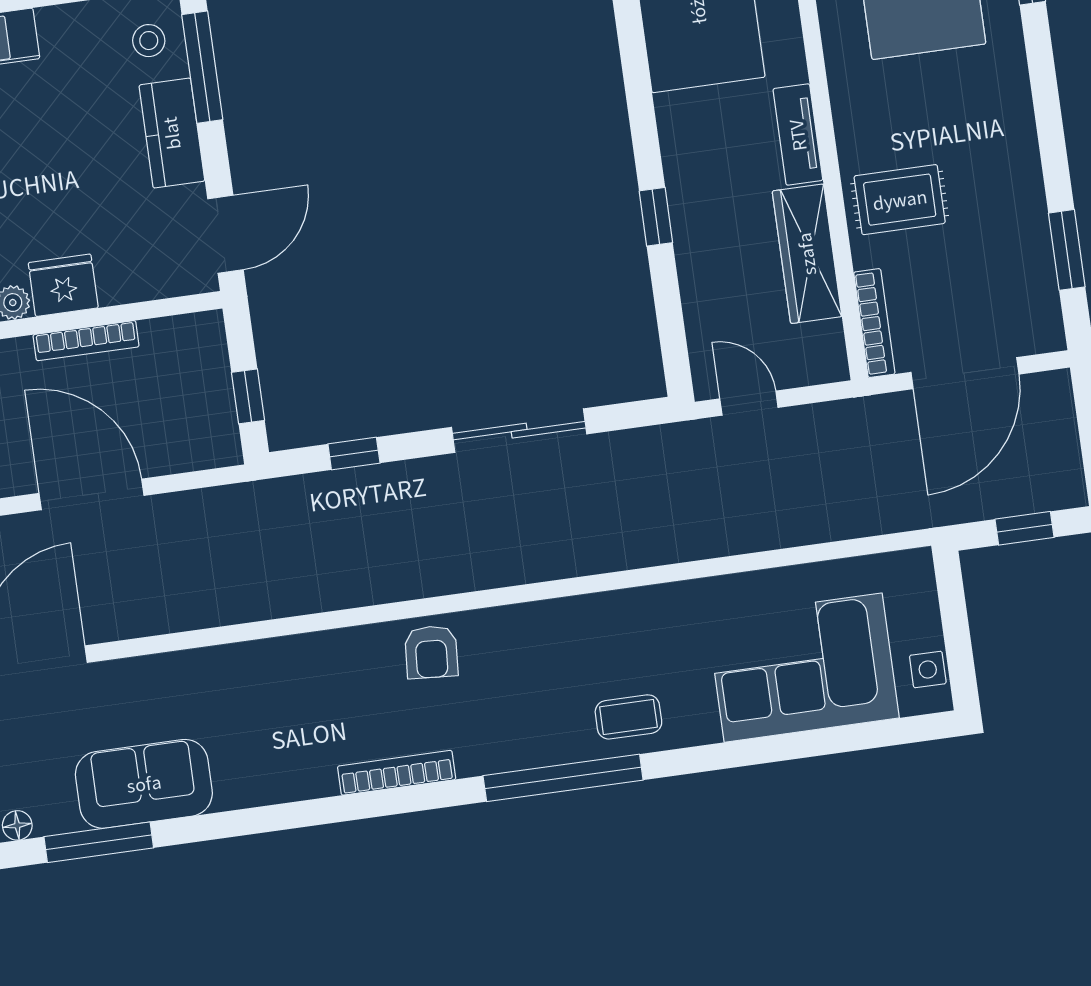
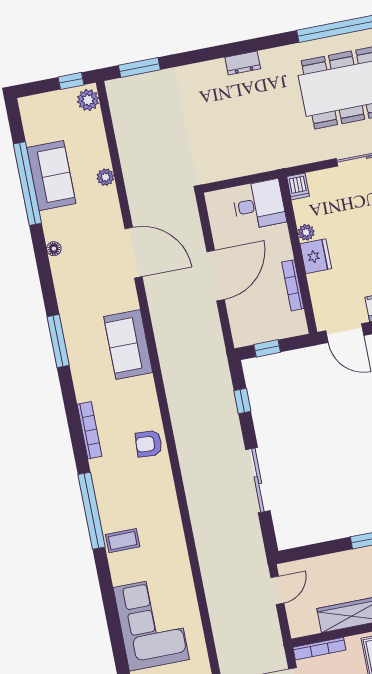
bookcase: (86, 341) -> (293, 285), moved
coffee table: (628, 717) -> (123, 541), turned 90
sofa: (144, 784) -> (128, 345), moved, turned 180
window: (99, 842) -> (58, 341), moved

